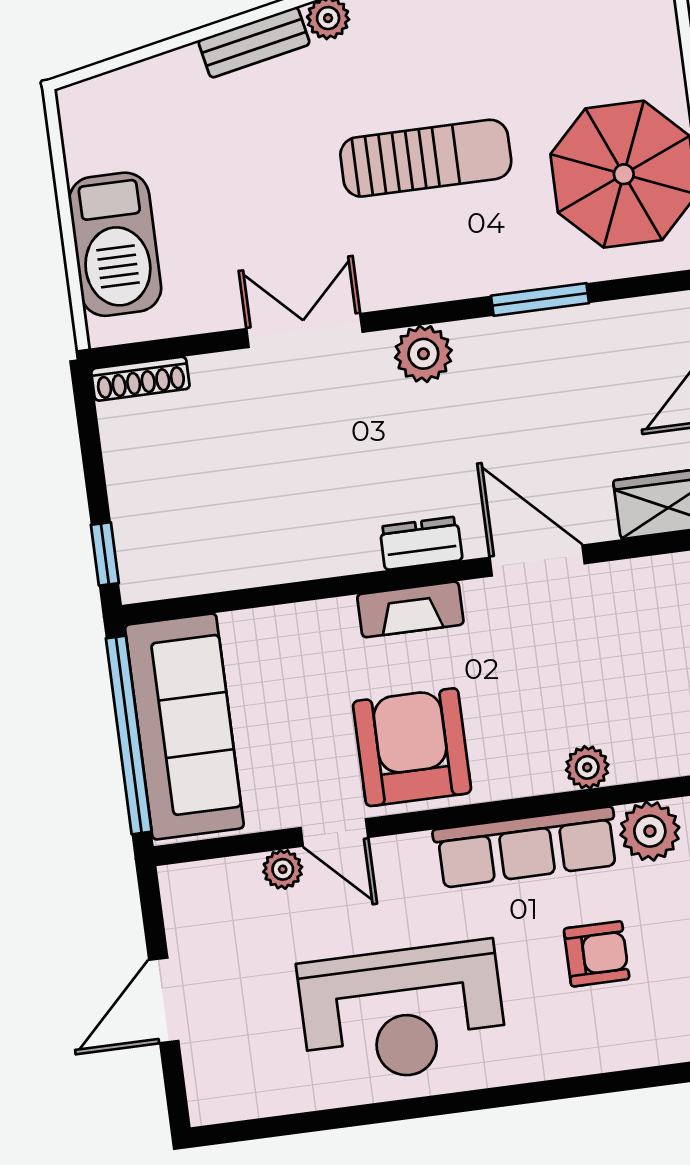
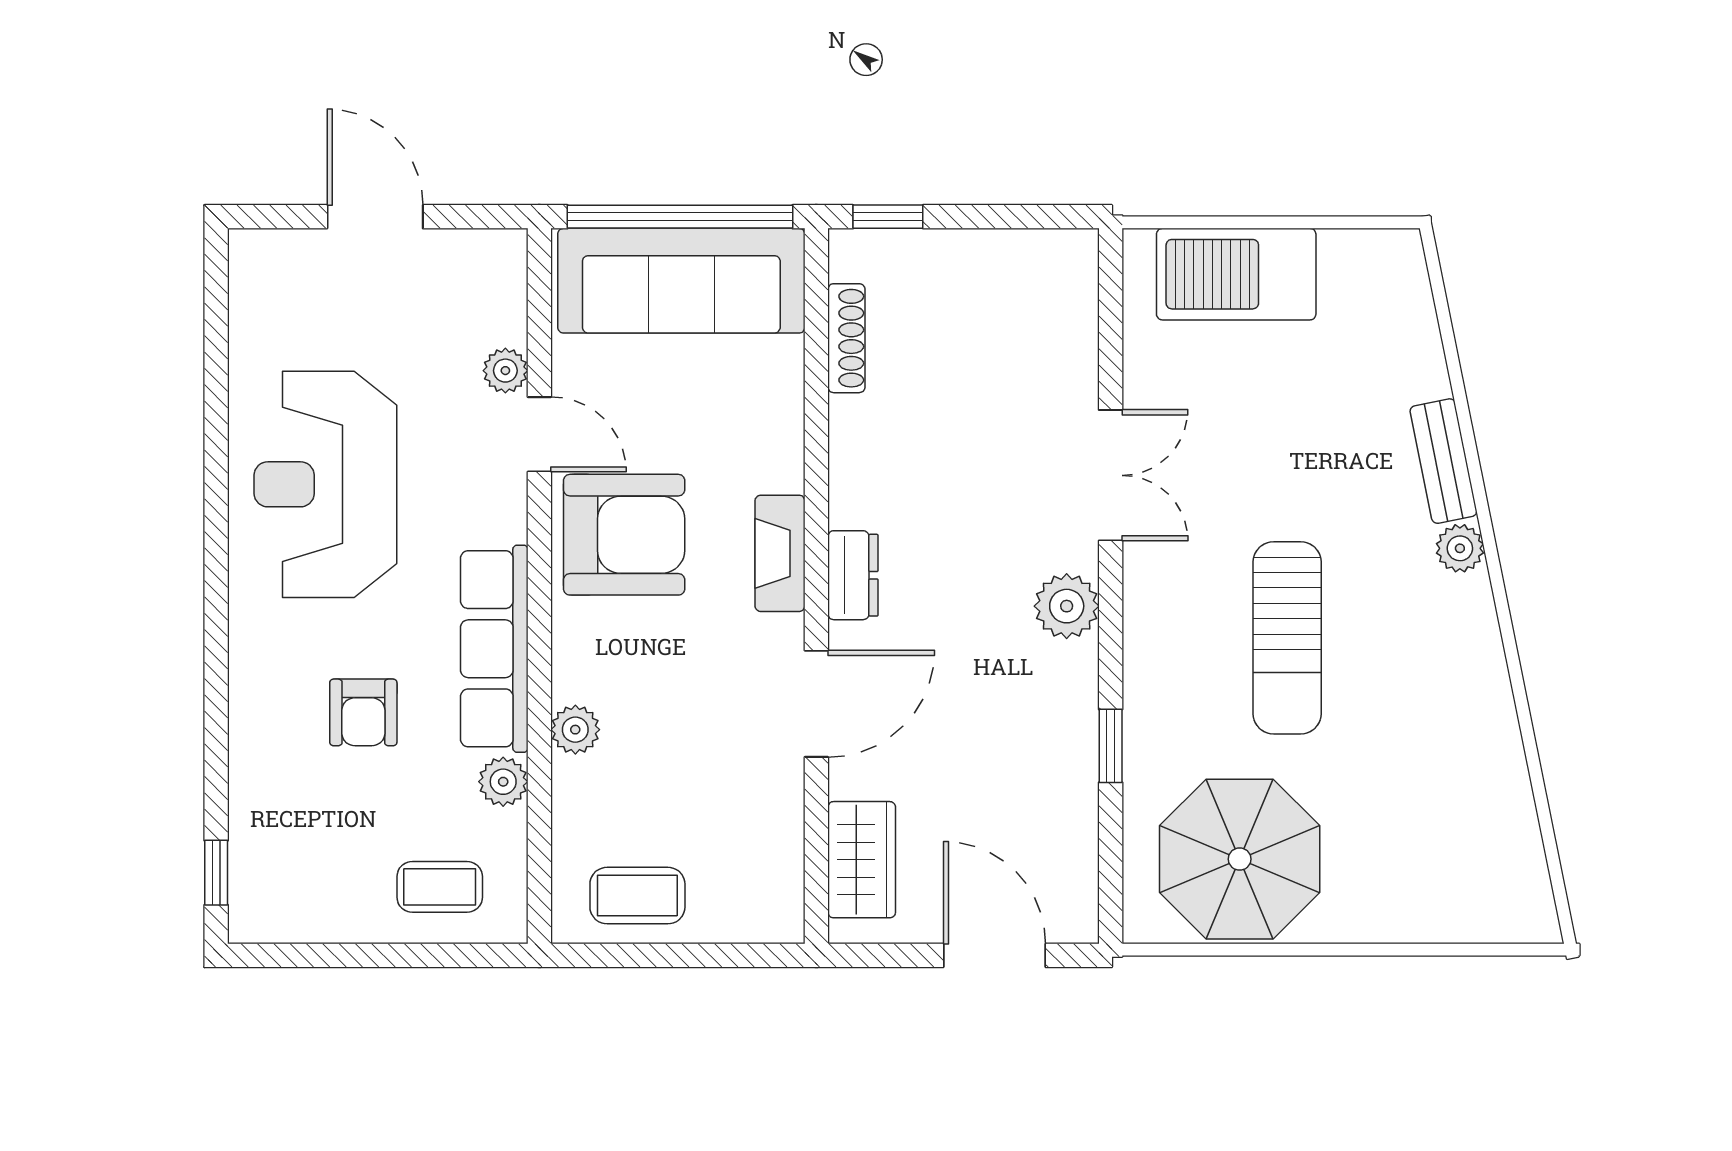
window: (540, 299) -> (1111, 746), width x0.67
shoe rack: (140, 379) -> (846, 338), moved, turned 180
plant: (650, 831) -> (503, 782), width x0.73, depth x0.73
door: (334, 832) -> (539, 434), swing flipped

